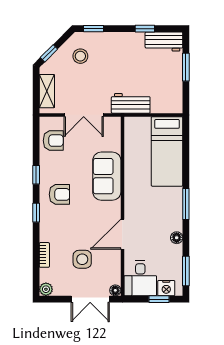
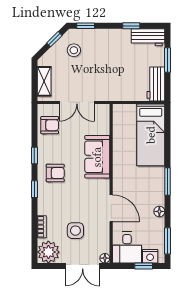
window: (49, 53) -> (54, 39), moved
workbench: (131, 103) -> (156, 84), moved, turned -90
door: (122, 234) -> (111, 208), swing flipped
plant: (46, 289) -> (48, 252), width x1.87, depth x1.87

